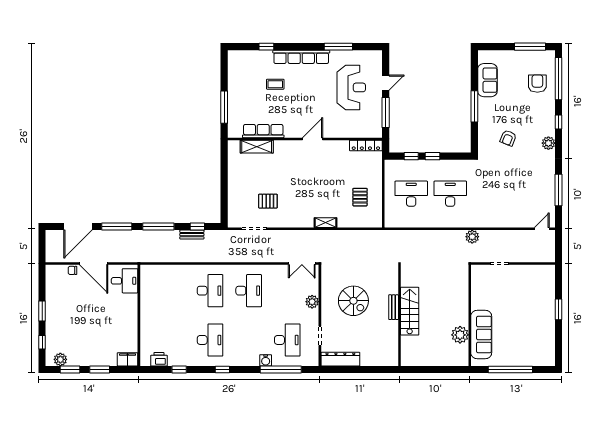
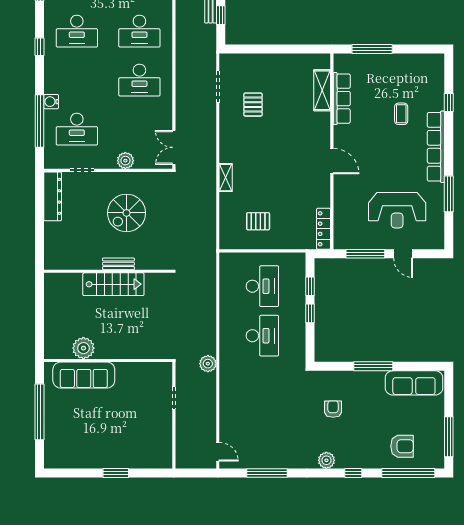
sofa: (487, 80) -> (414, 383), width x1.36
armchair: (508, 138) -> (333, 409), turned 68

